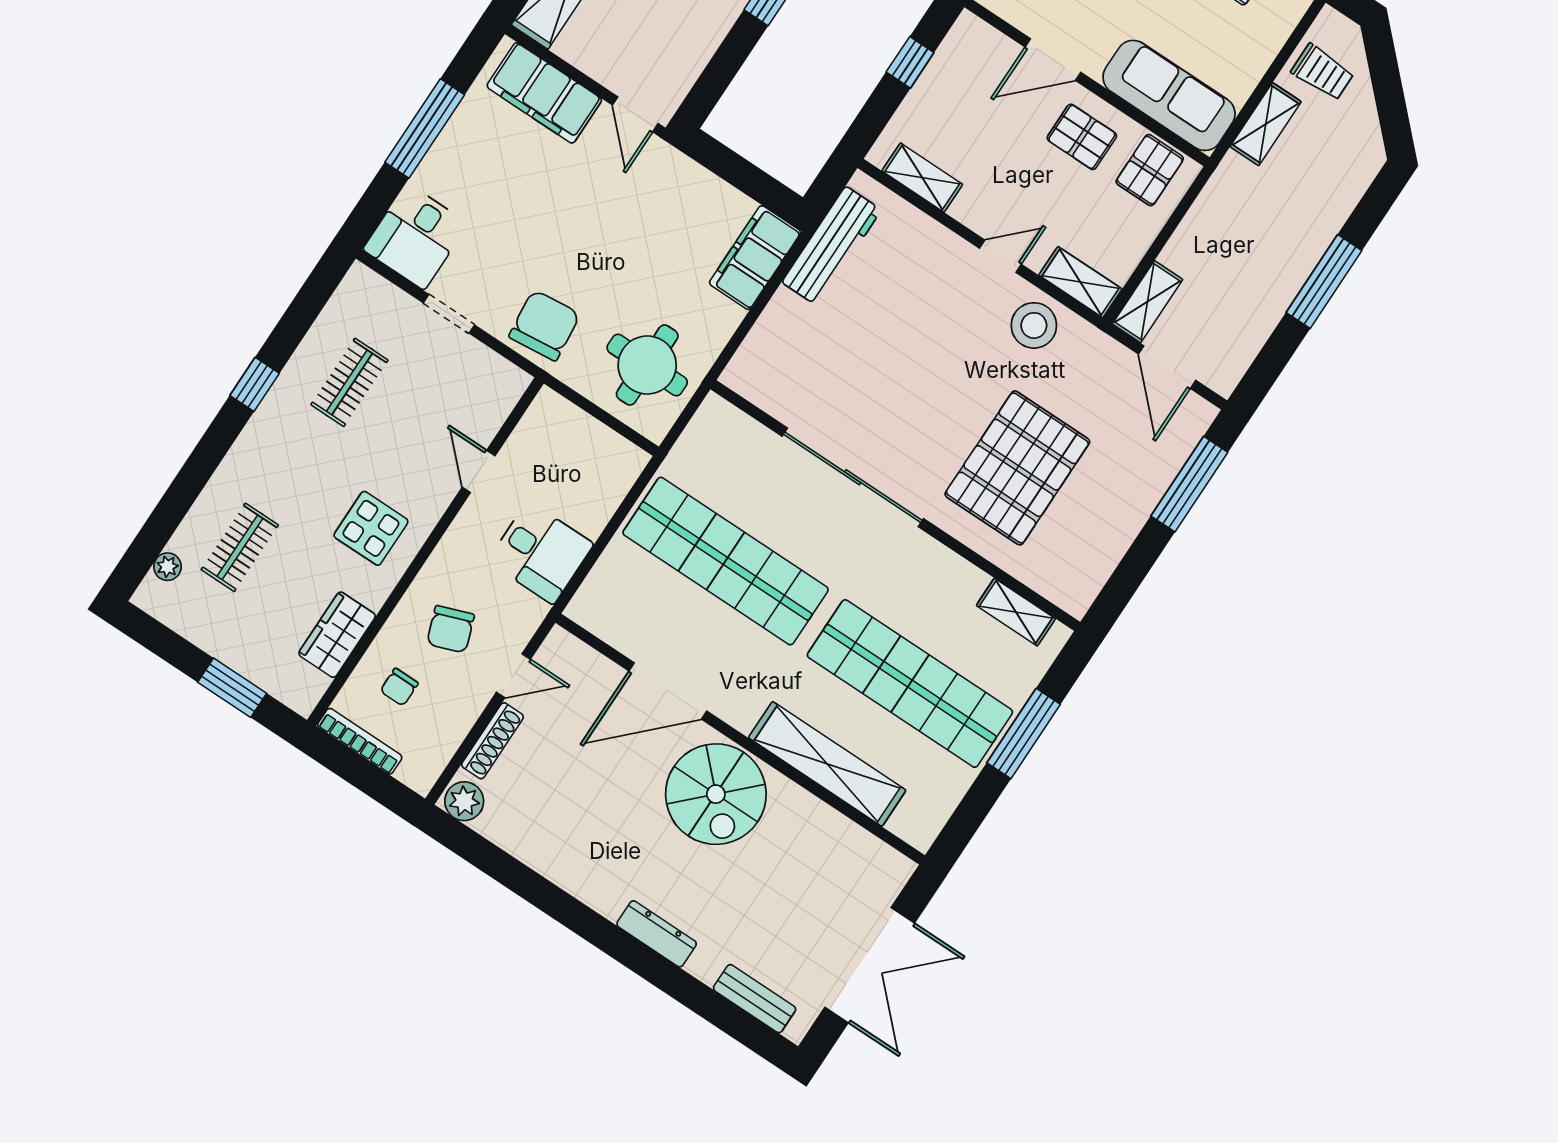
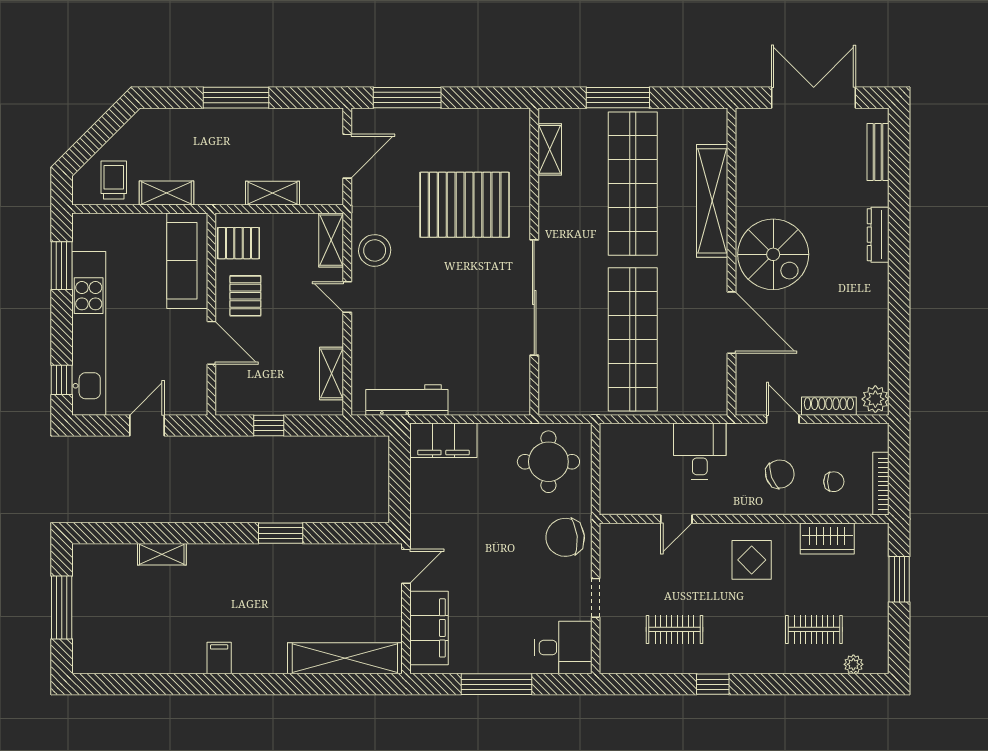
shelving: (1147, 302) -> (272, 193), moved
spiral stairs: (716, 794) -> (773, 254), turned 90

